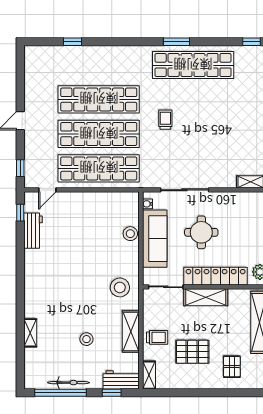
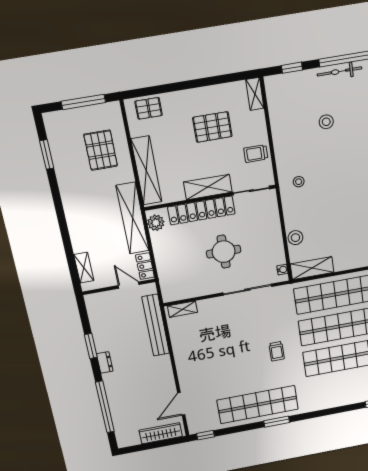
sofa: (155, 239) -> (270, 237), removed
stool: (120, 287) -> (299, 182), width x0.53, depth x0.53
shelving: (131, 331) -> (312, 268), moved, turned 90
trolley: (157, 337) -> (256, 154), moved
pallet: (232, 367) -> (149, 108), moved, turned 90
workbench: (121, 380) -> (284, 84), removed

